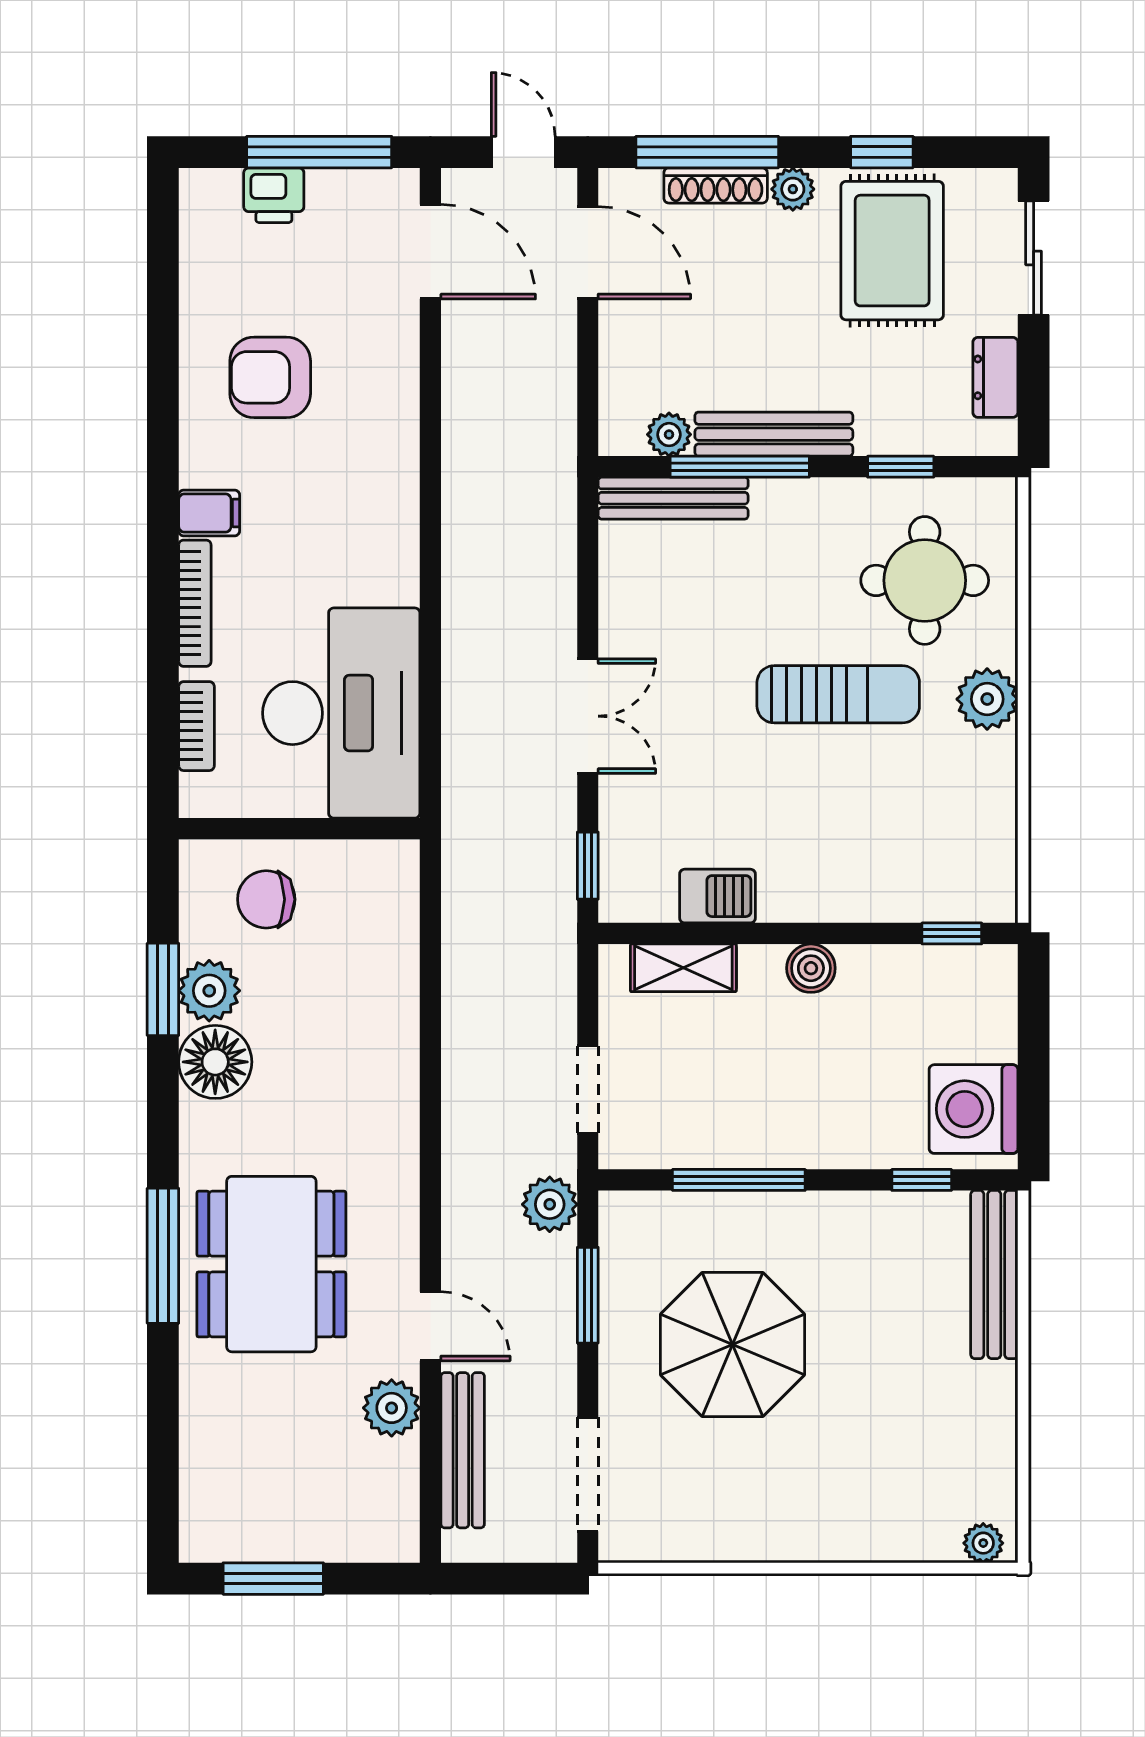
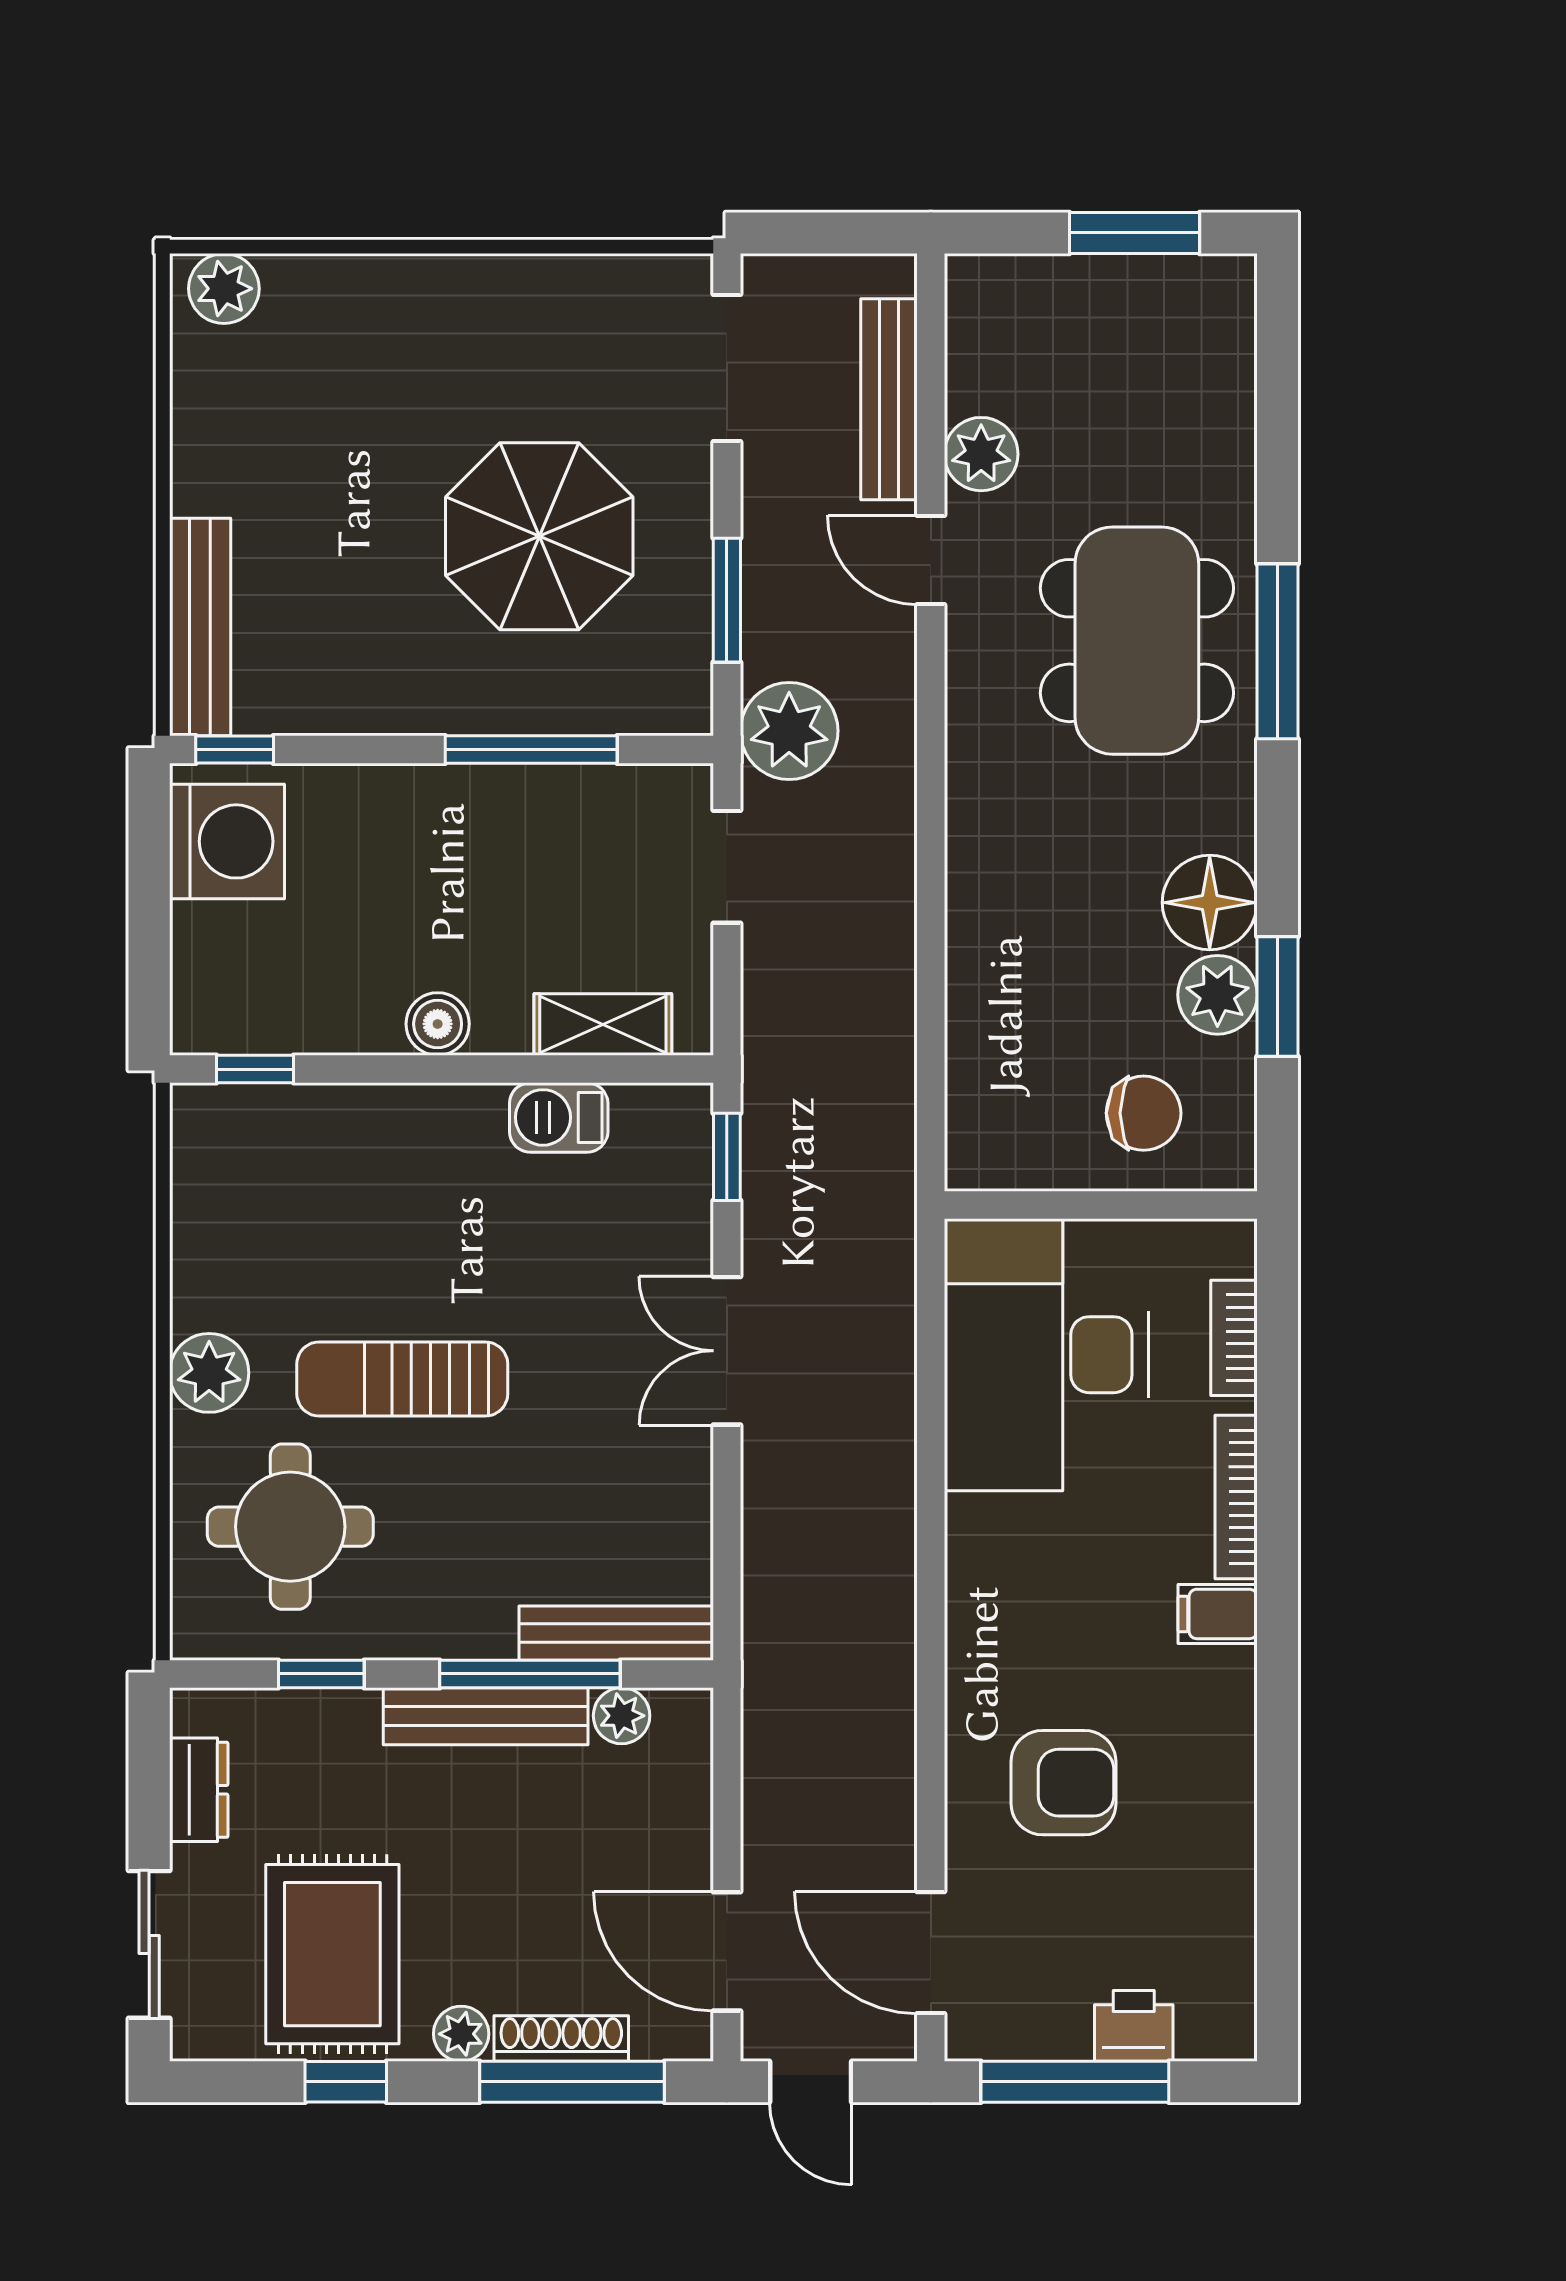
armchair: (270, 377) -> (1063, 1783), moved
window: (922, 1180) -> (235, 750), moved
plant: (550, 1204) -> (789, 731), width x1.36, depth x1.36
plant: (983, 1543) -> (224, 289), width x1.38, depth x1.38

